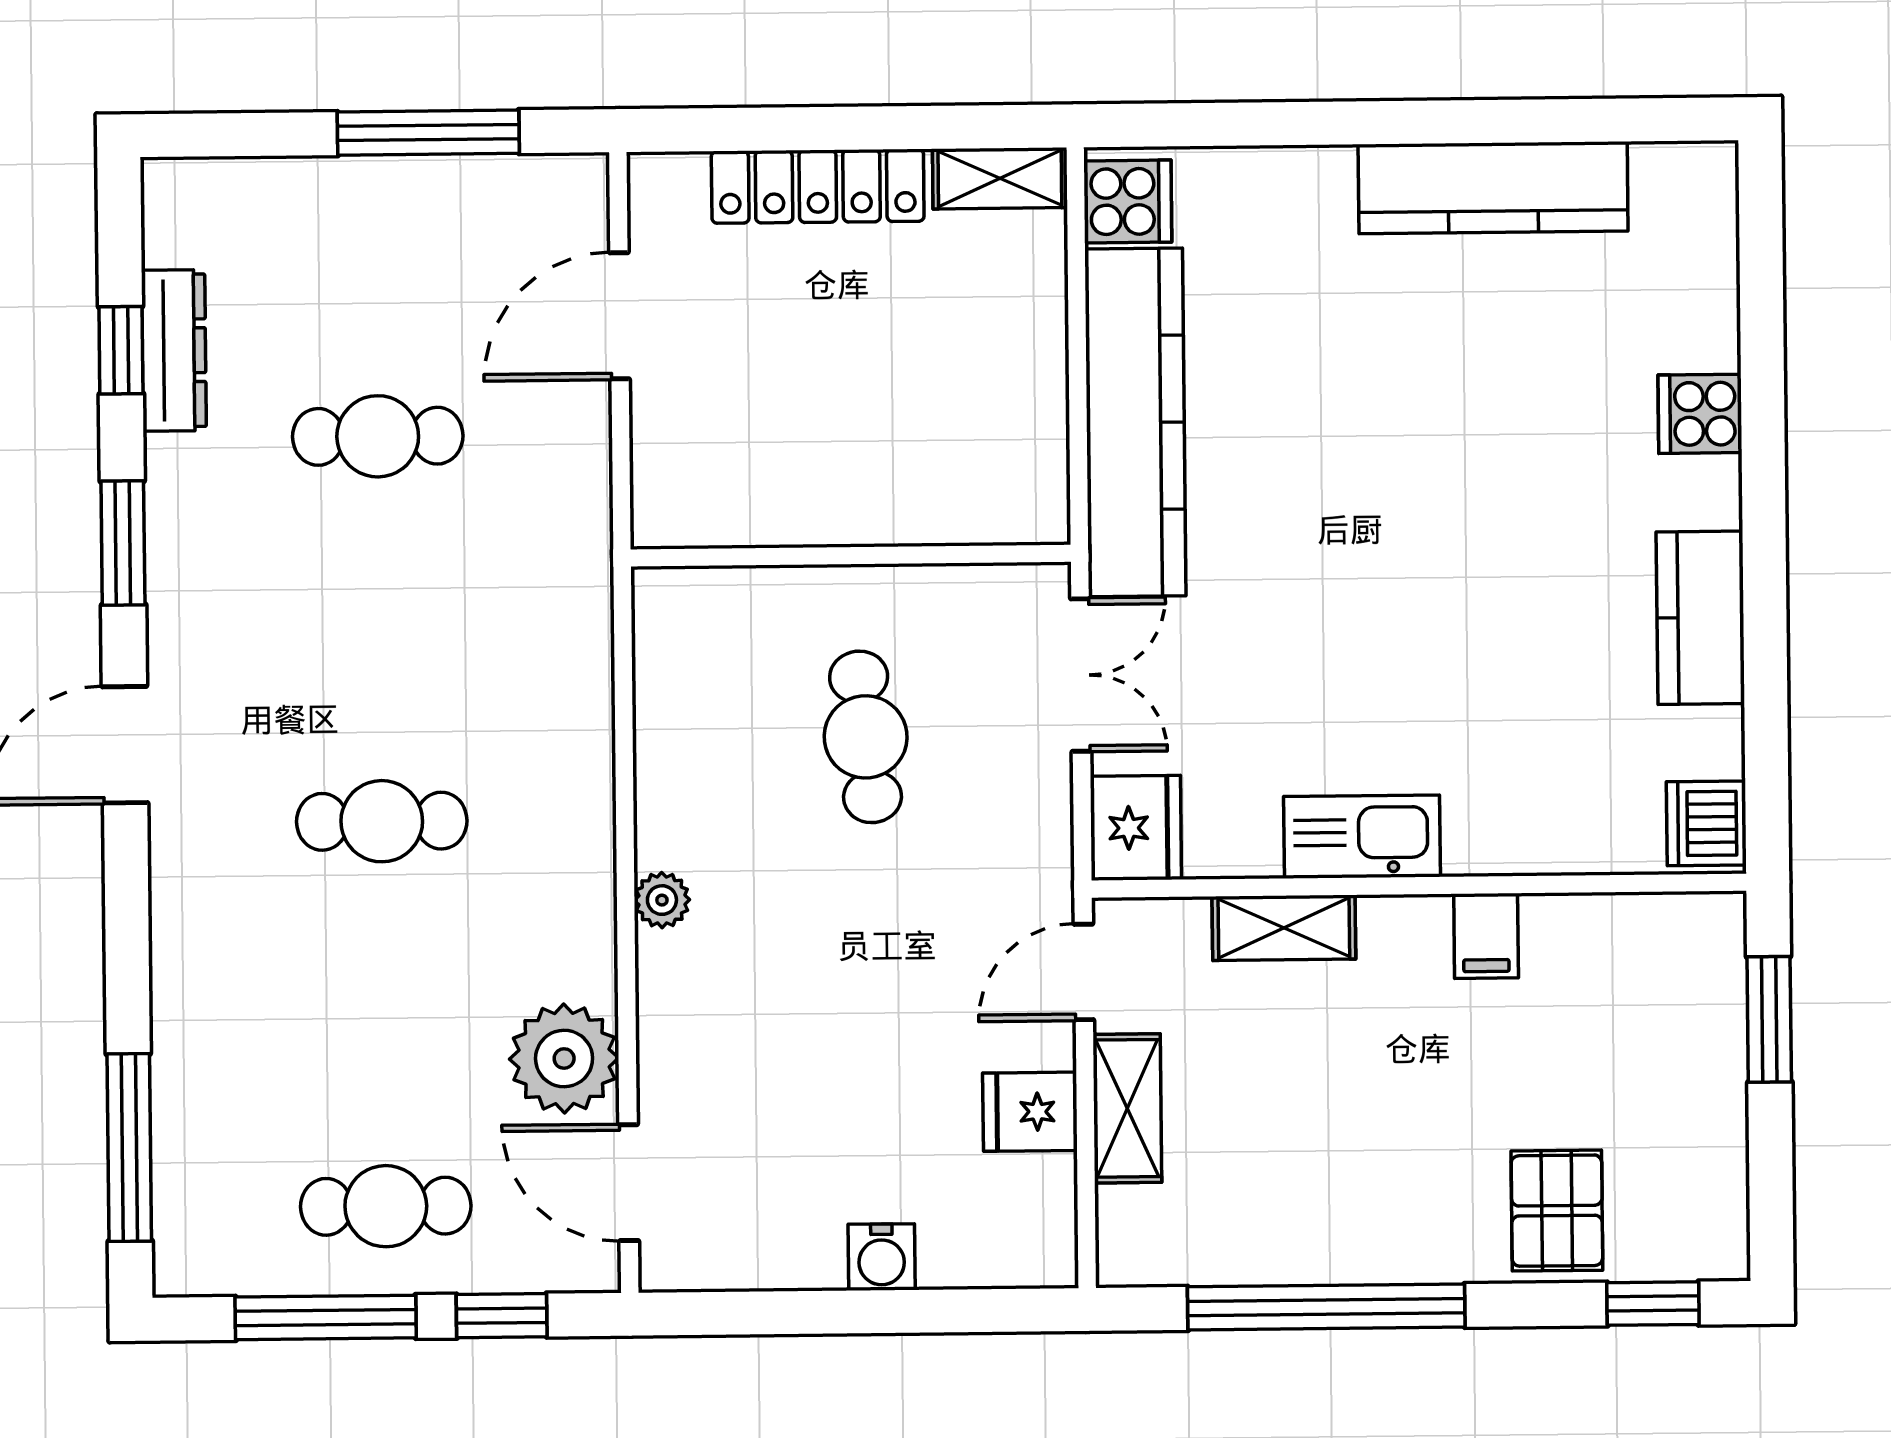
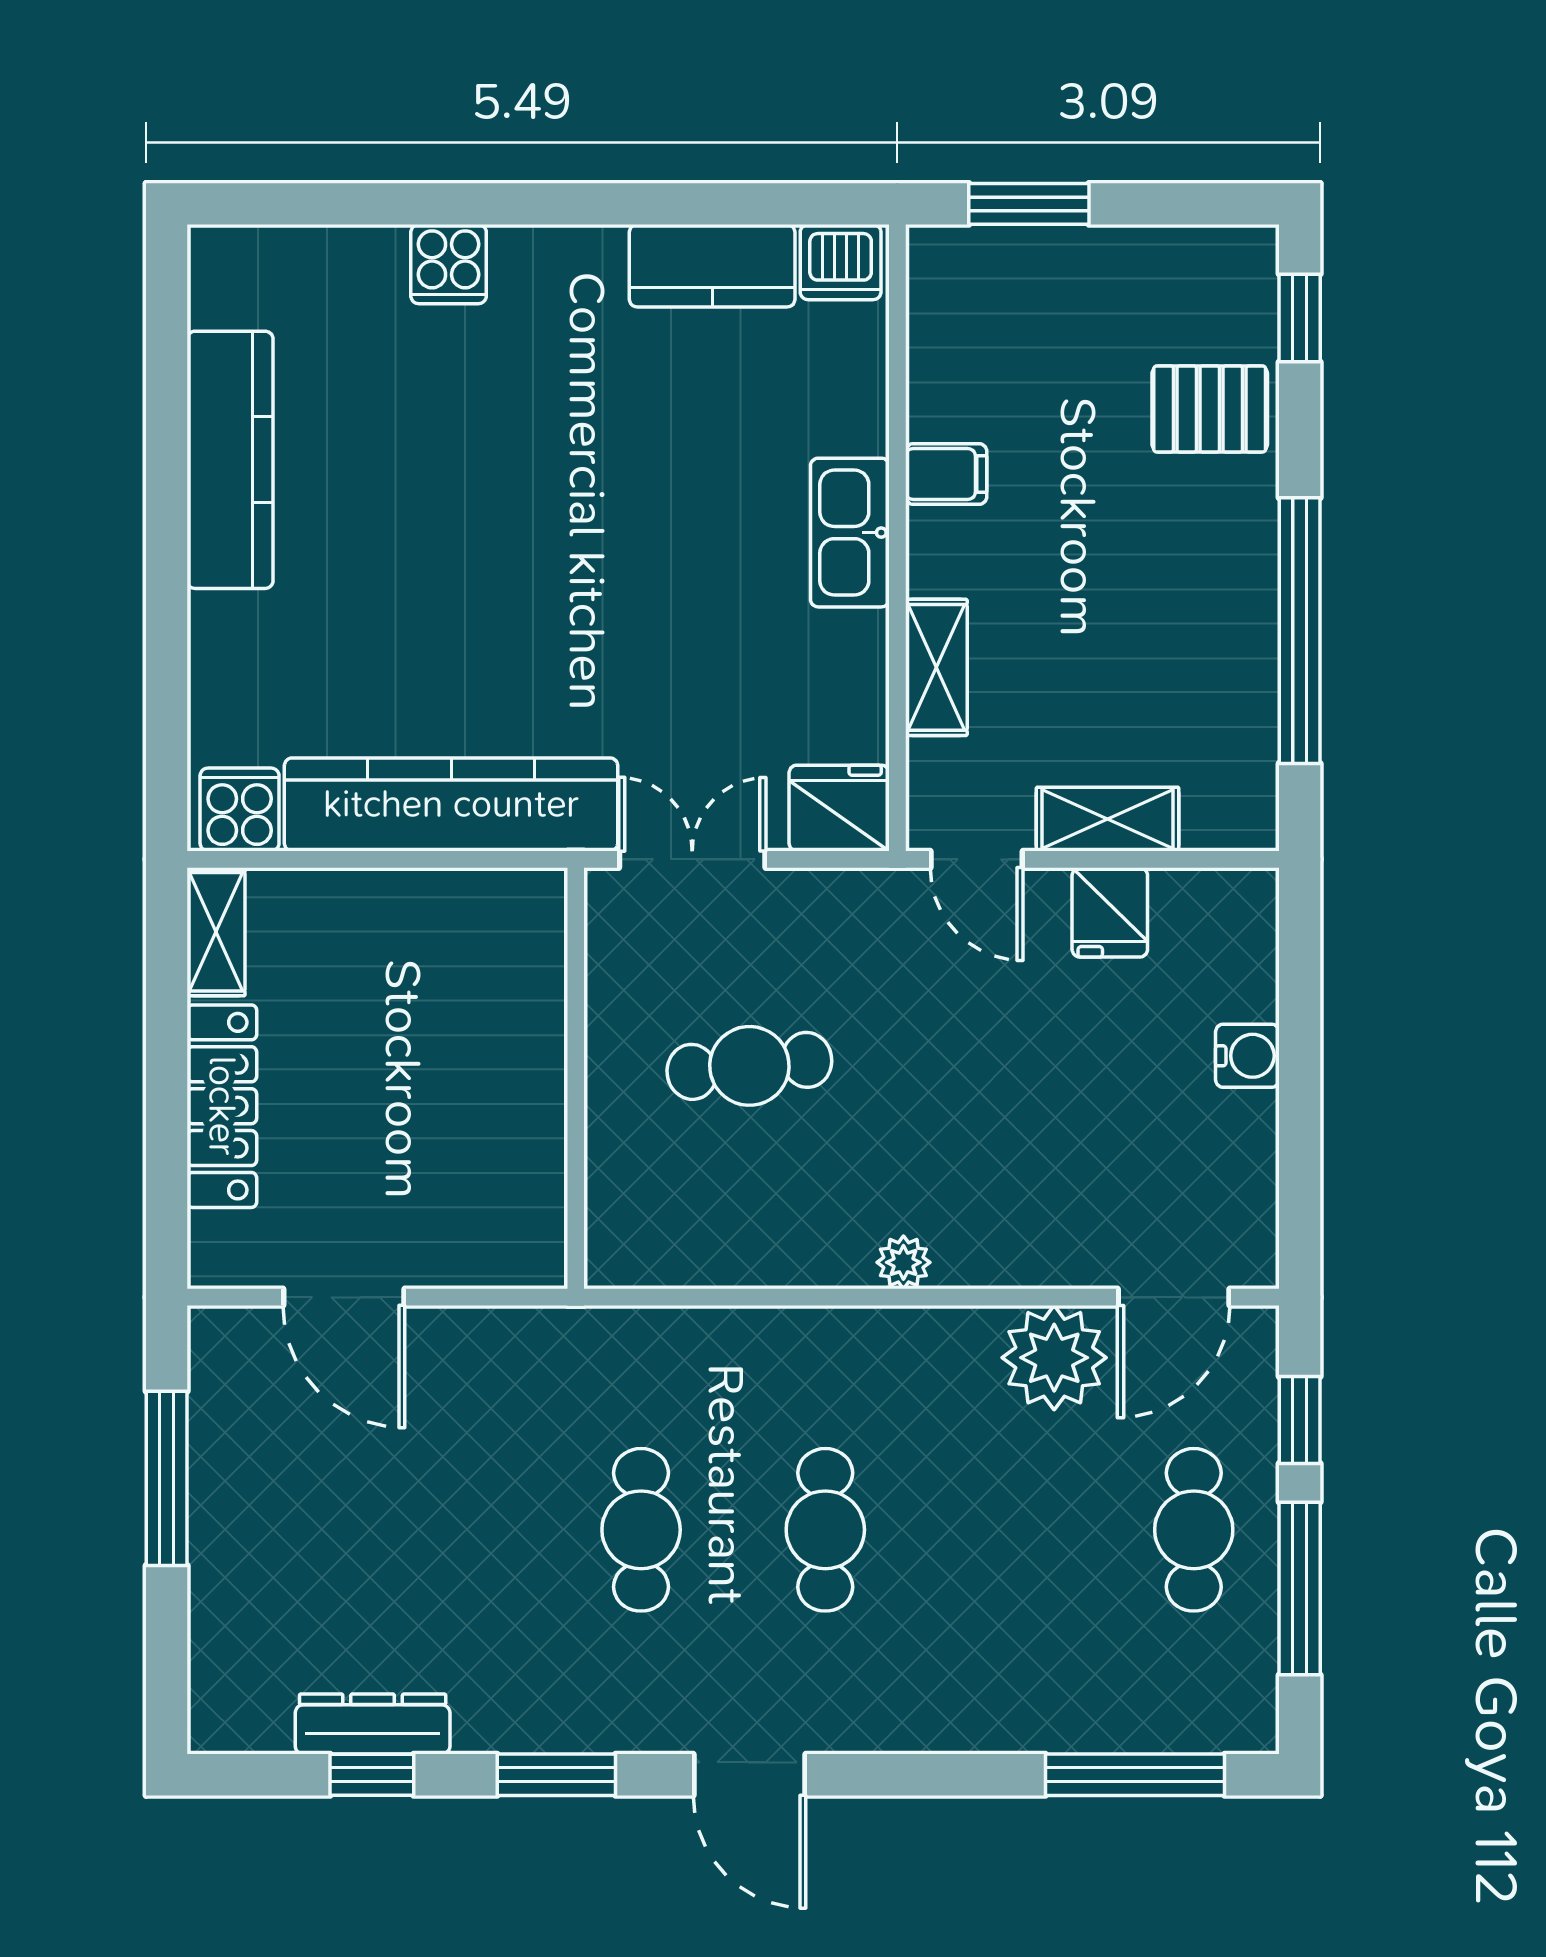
cafe table: (378, 436) -> (641, 1530), moved
kitchen counter: (1700, 618) -> (712, 266), moved
kitchen sink: (1362, 837) -> (850, 533), moved

